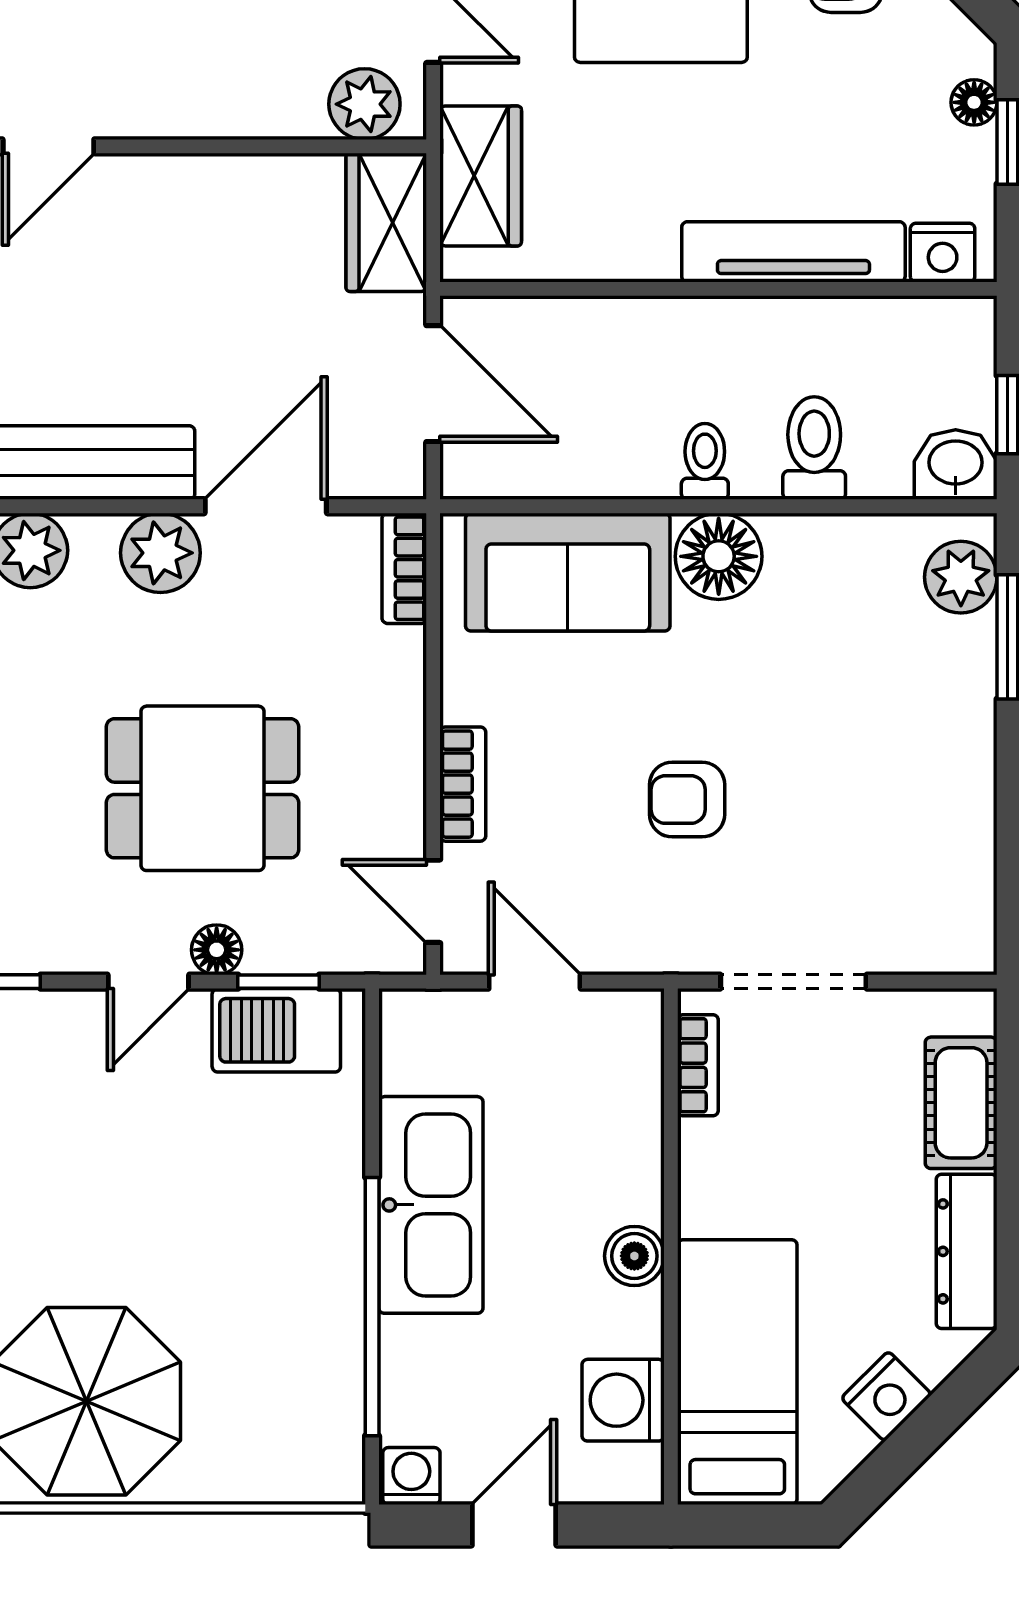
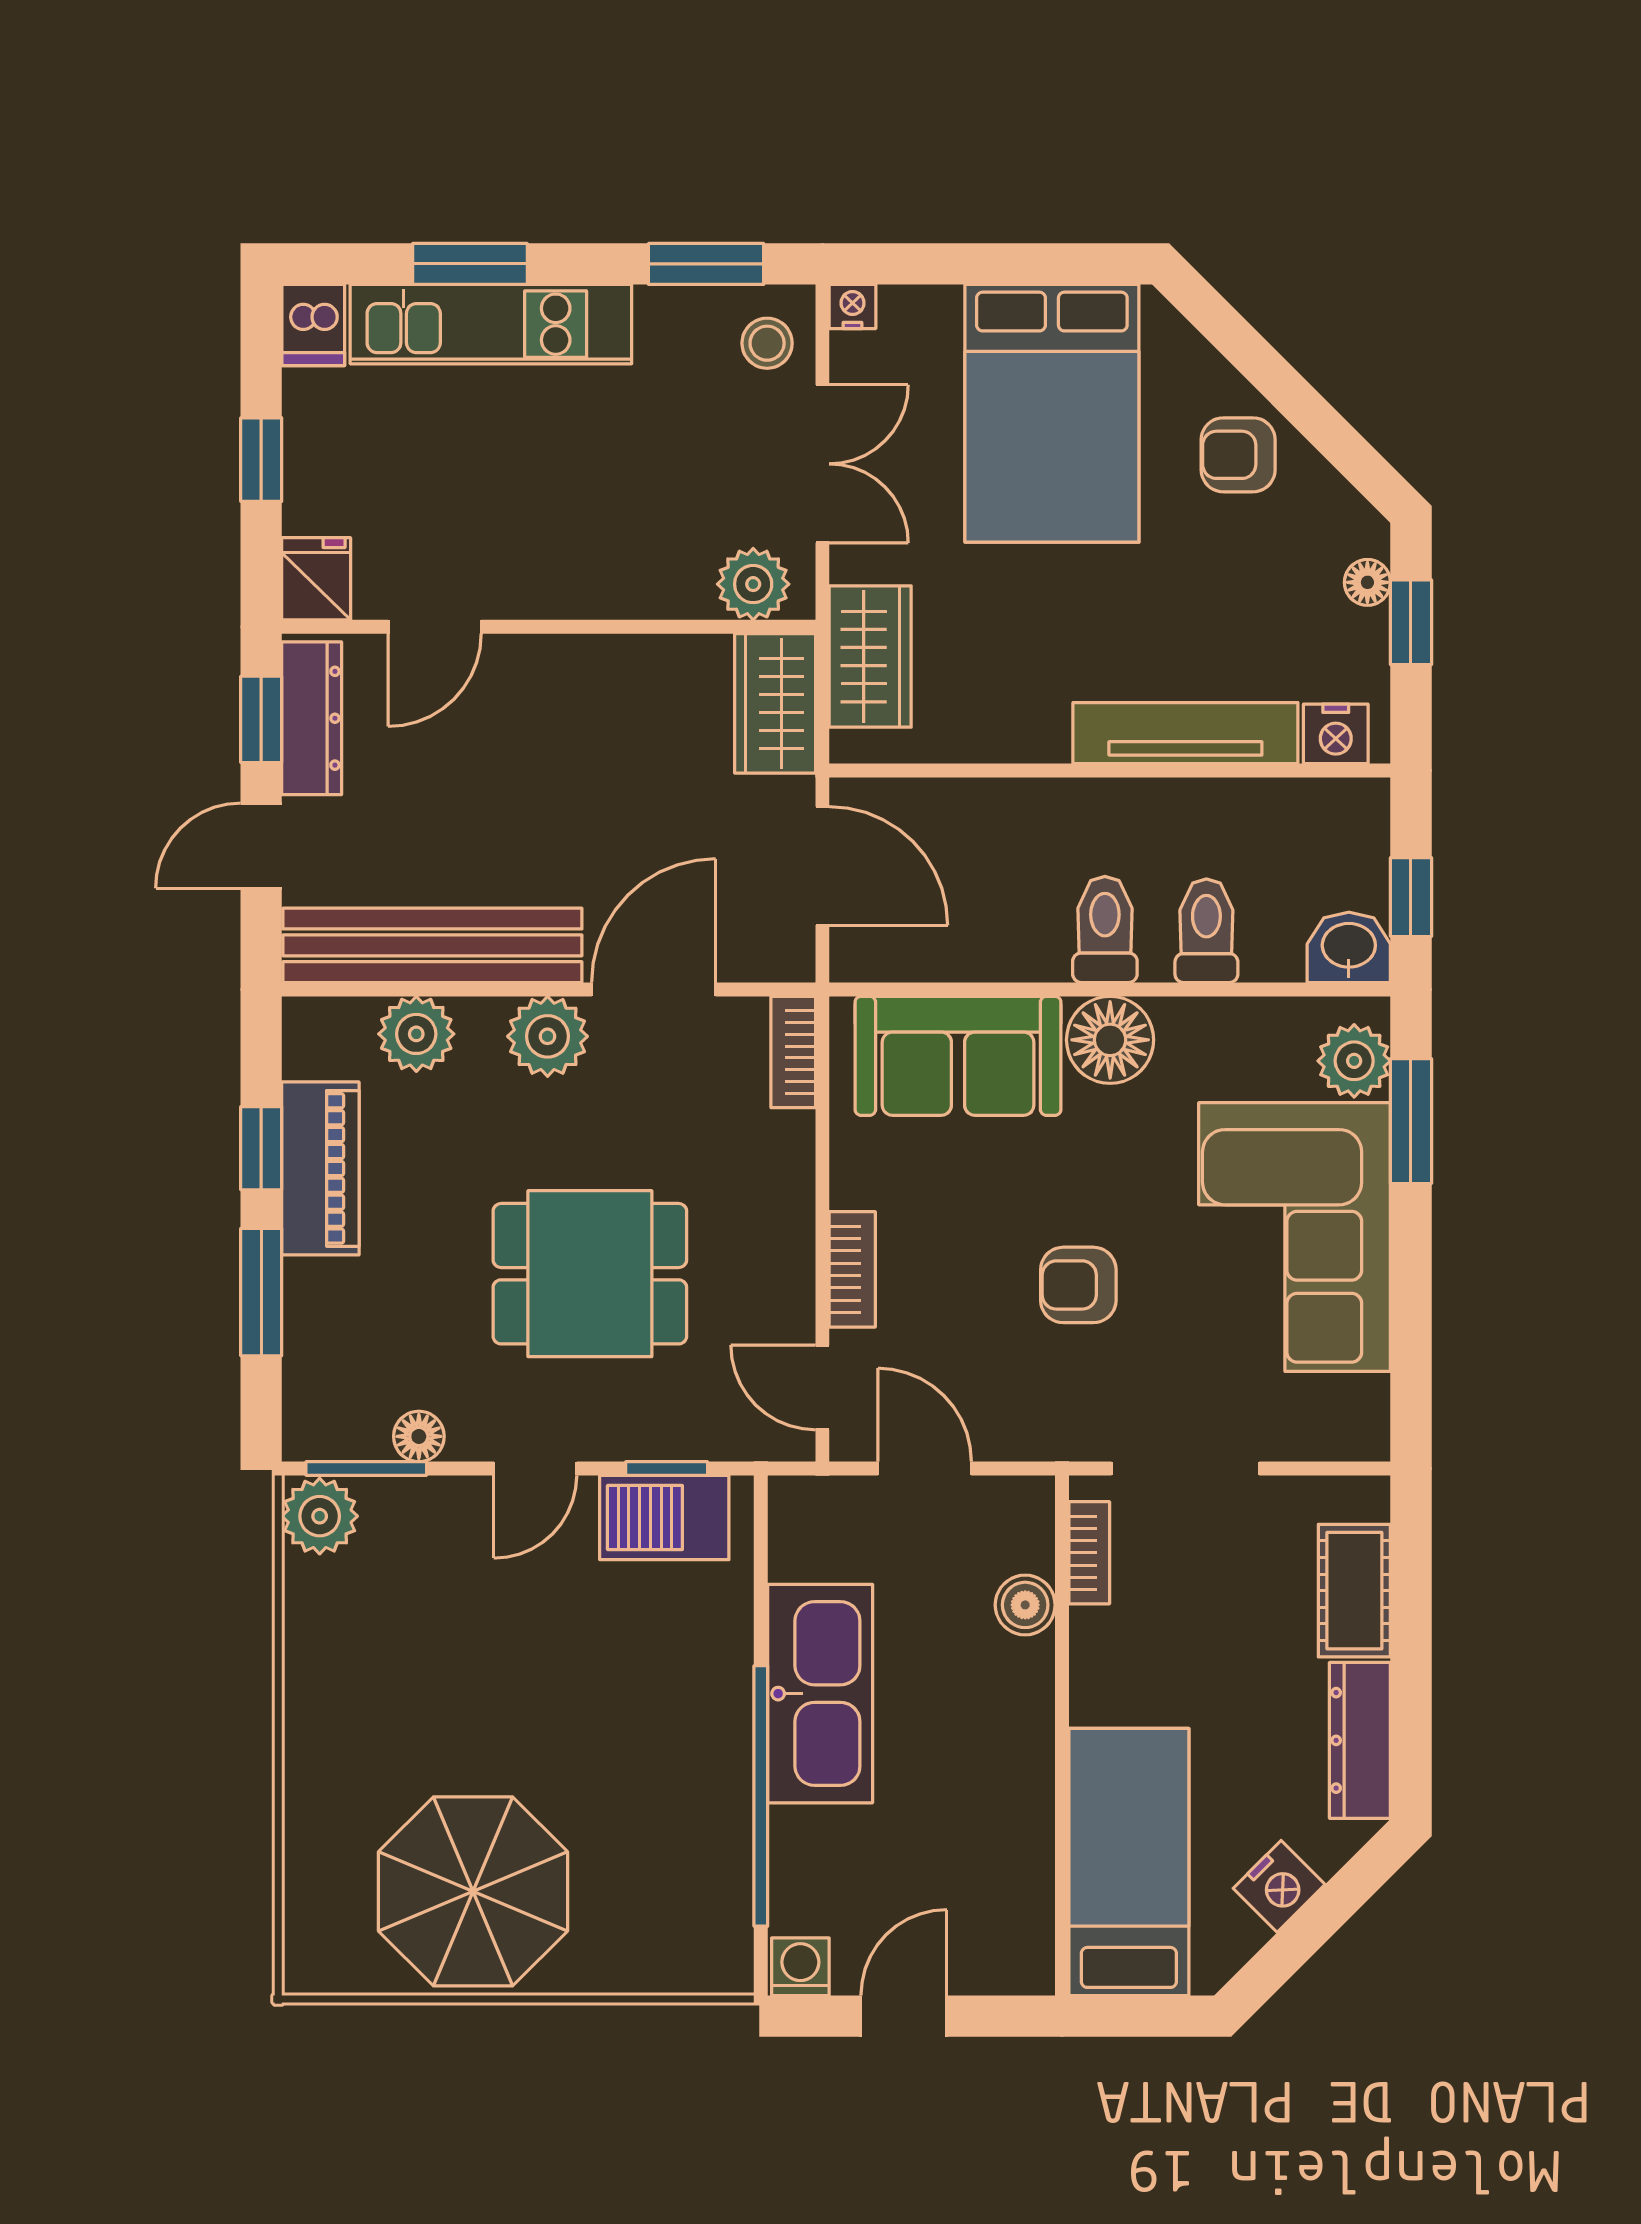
toilet: (705, 461) -> (1105, 929), width x1.37, depth x1.39
corner sofa: (902, 752) -> (1295, 1237), added
floor lamp: (217, 950) -> (419, 1436), moved
boiler: (634, 1256) -> (1025, 1605), moved
washing machine: (623, 1400) -> (1014, 1890), removed

